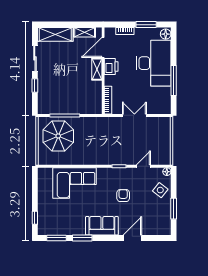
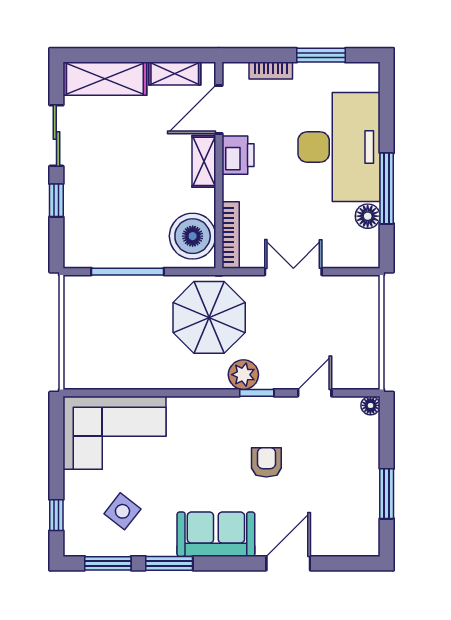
floor lamp: (166, 34) -> (368, 216), moved
boiler: (92, 101) -> (193, 236), added
parasol: (58, 136) -> (209, 317), moved
plant: (113, 159) -> (243, 375), added
corner sofa: (75, 183) -> (114, 433), moved
side table: (160, 190) -> (122, 511), moved

